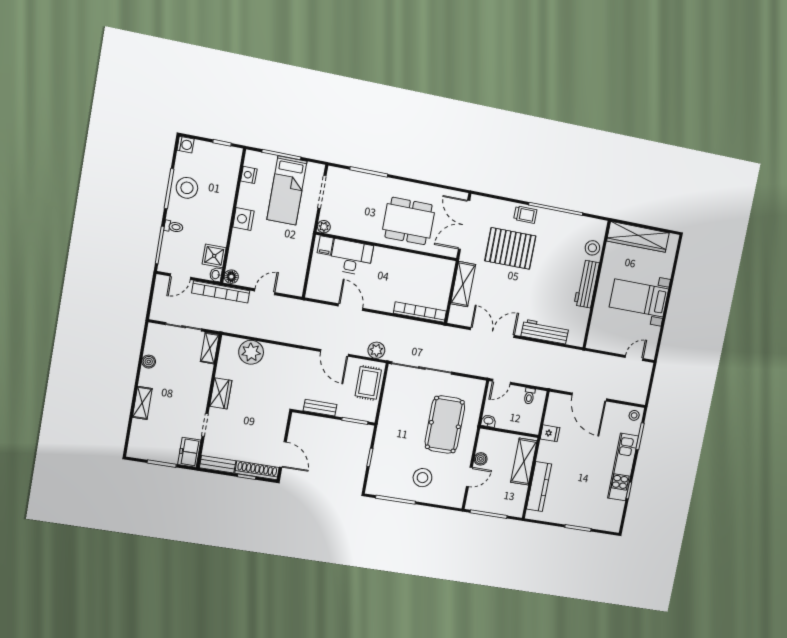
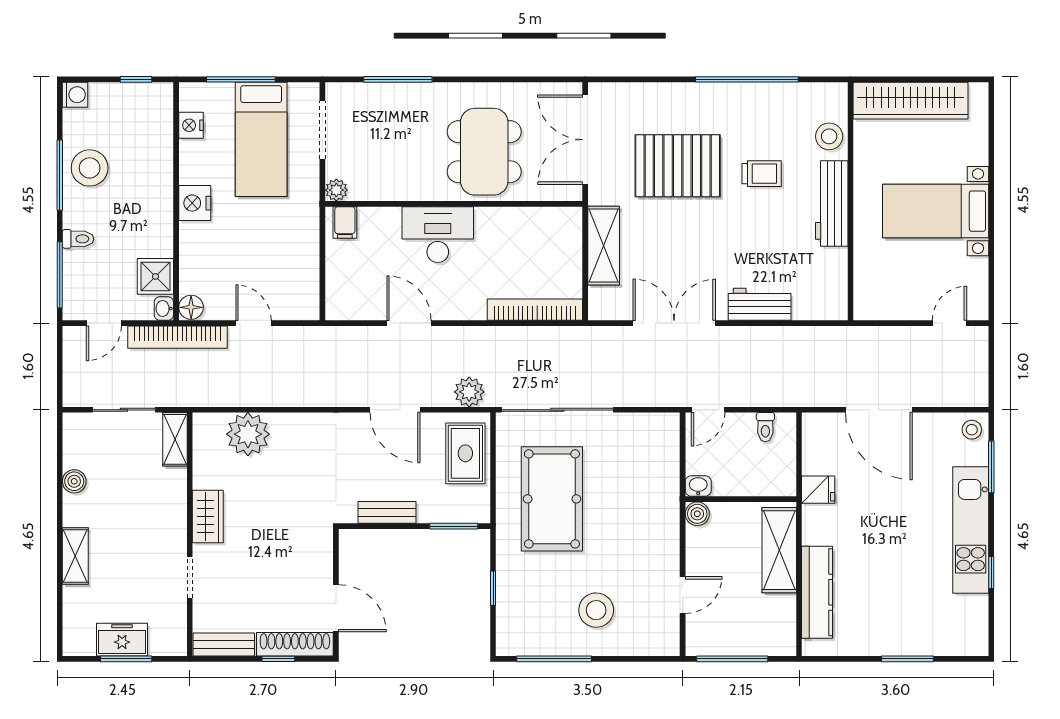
trolley: (525, 215) -> (762, 174), moved
dining table: (409, 221) -> (484, 152), turned 90
desk: (351, 257) -> (438, 235), moved
door: (265, 292) -> (254, 323), hinge flipped
workbench: (545, 332) -> (760, 304), width x0.73
pool table: (445, 425) -> (552, 499), moved
freezer: (189, 452) -> (122, 640), moved, turned 90
boiler: (481, 459) -> (697, 514), moved

